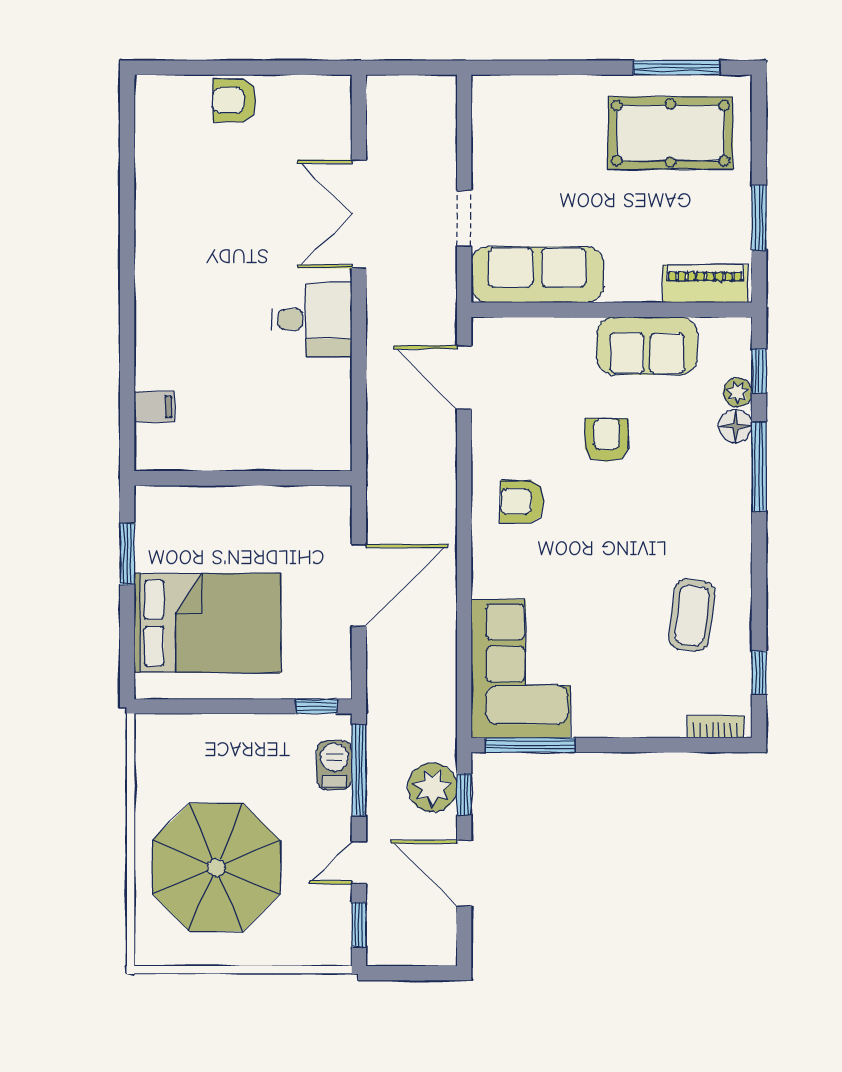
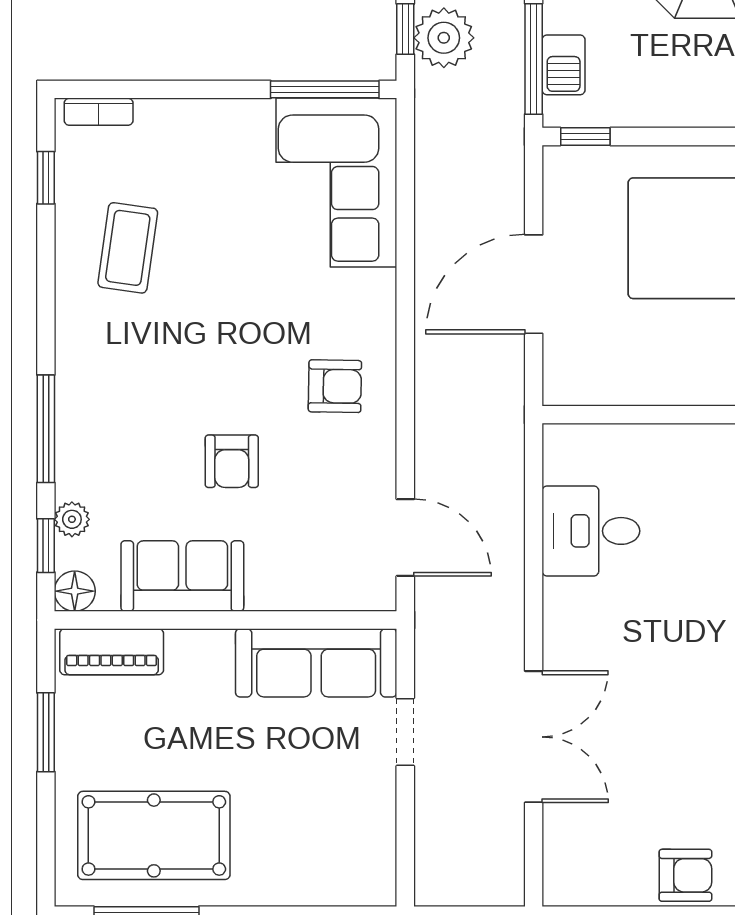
desk: (312, 319) -> (591, 531), moved
floor lamp: (735, 426) -> (75, 591), moved

